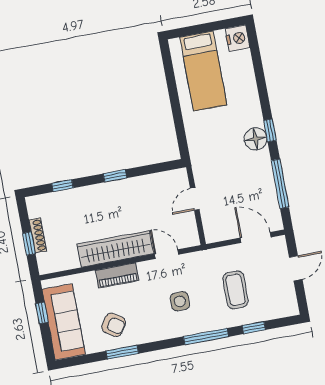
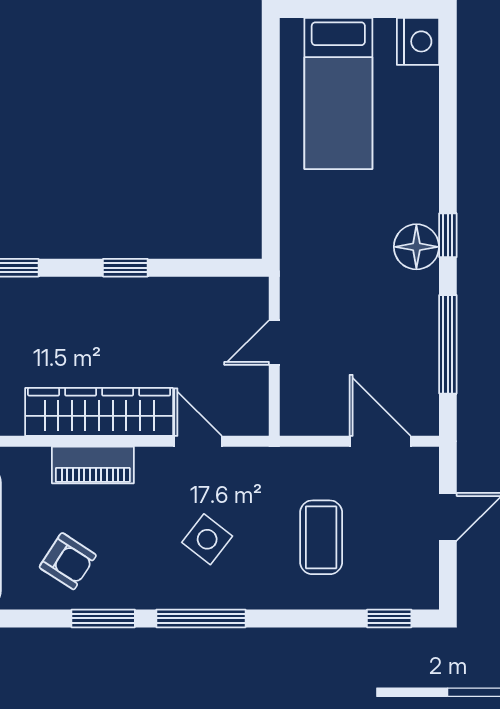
side table: (180, 301) -> (207, 539), turned 38
window: (254, 328) -> (389, 618), moved
window: (206, 337) -> (201, 618), moved
window: (122, 352) -> (103, 618), moved

